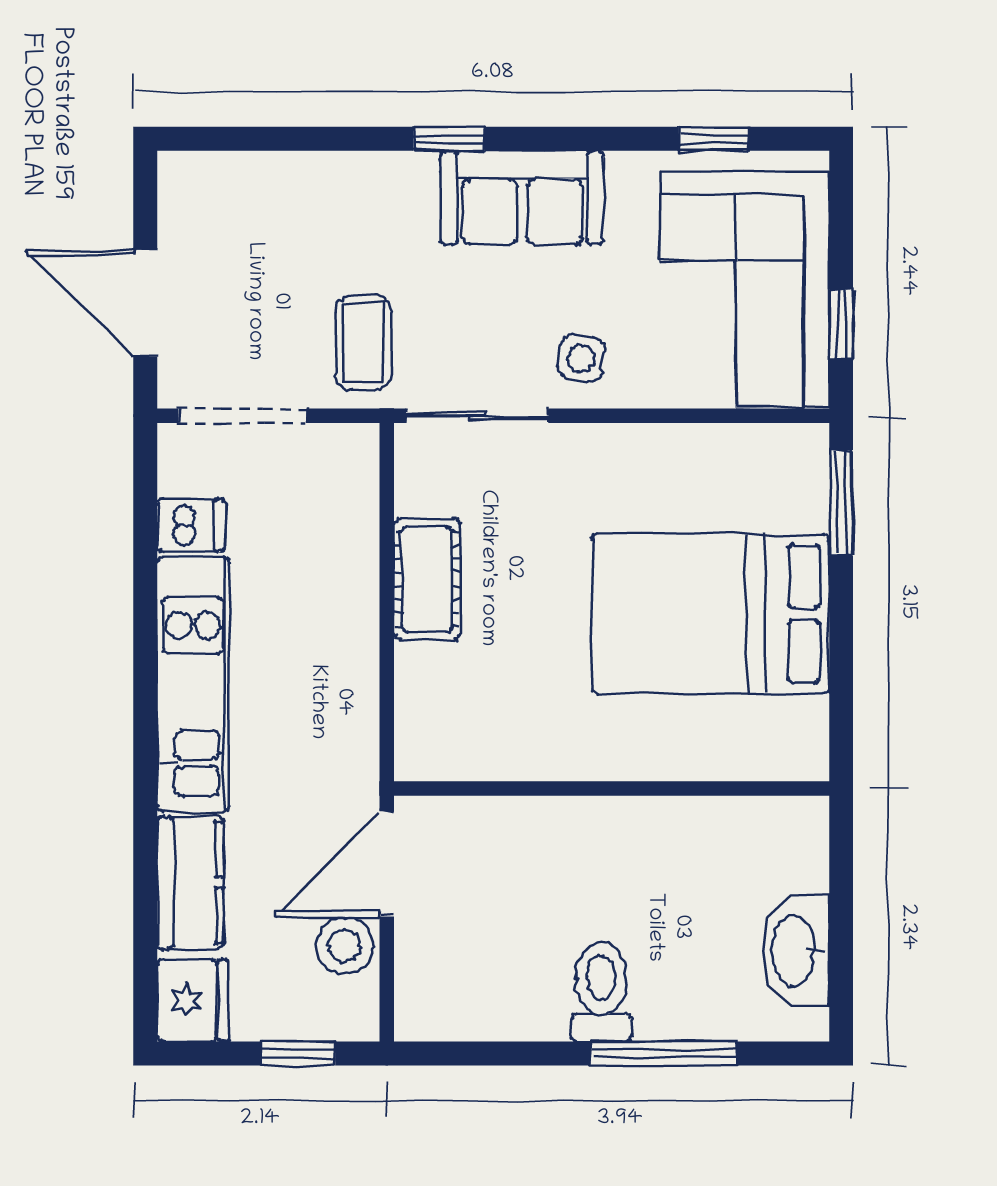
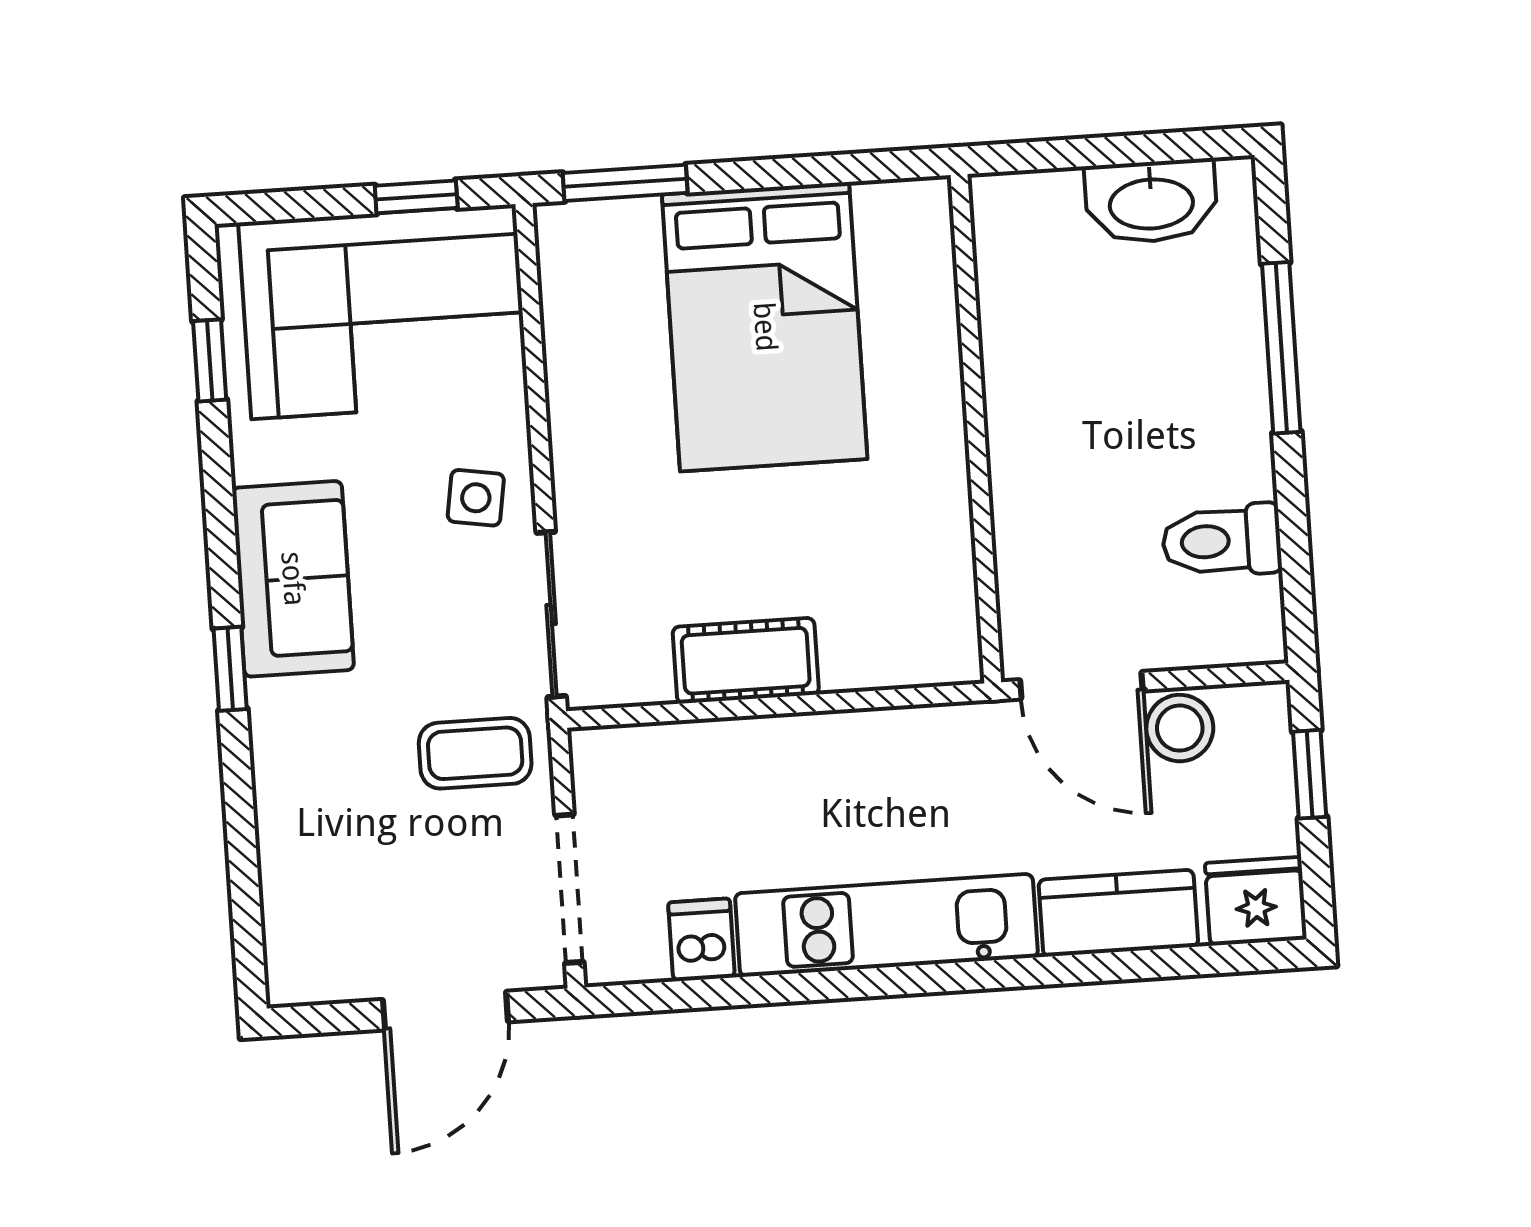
toilet: (601, 992) -> (1222, 541), moved

